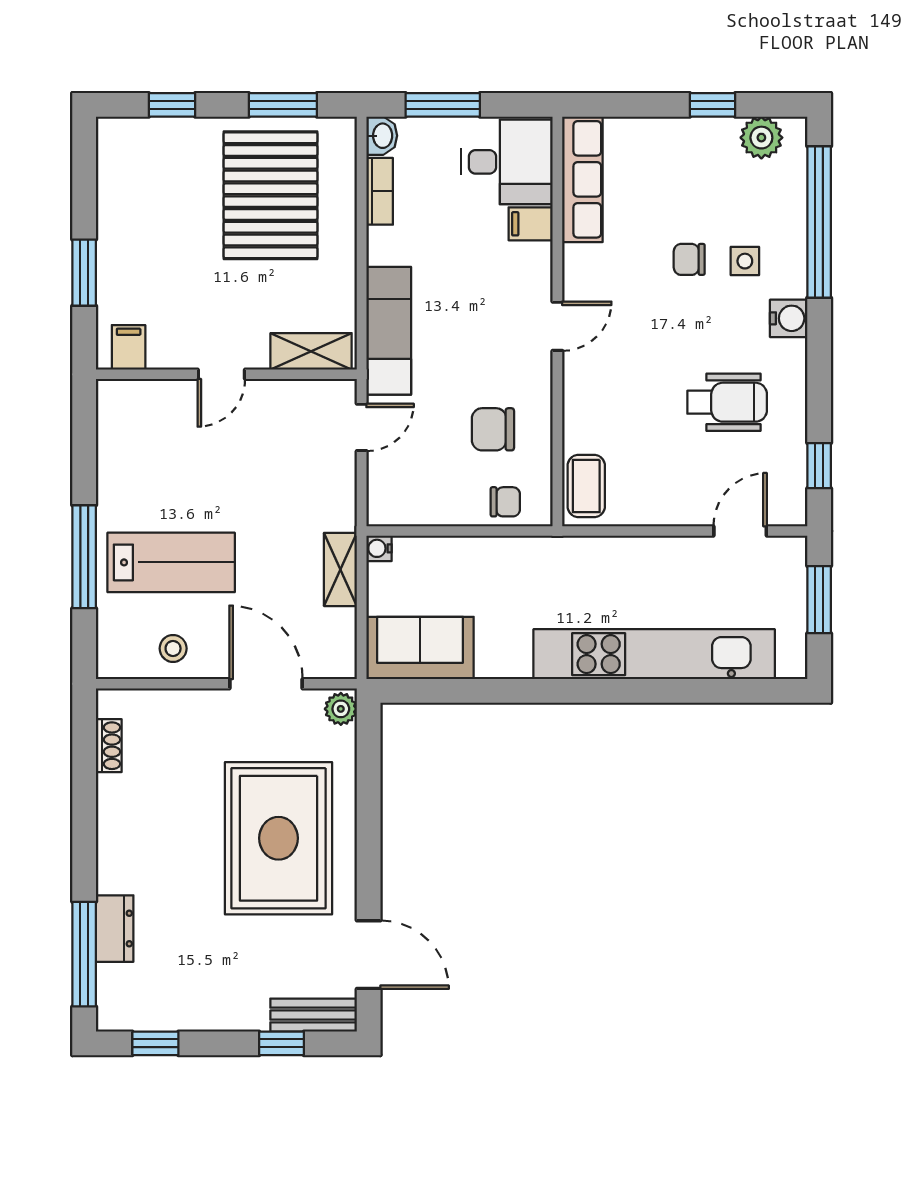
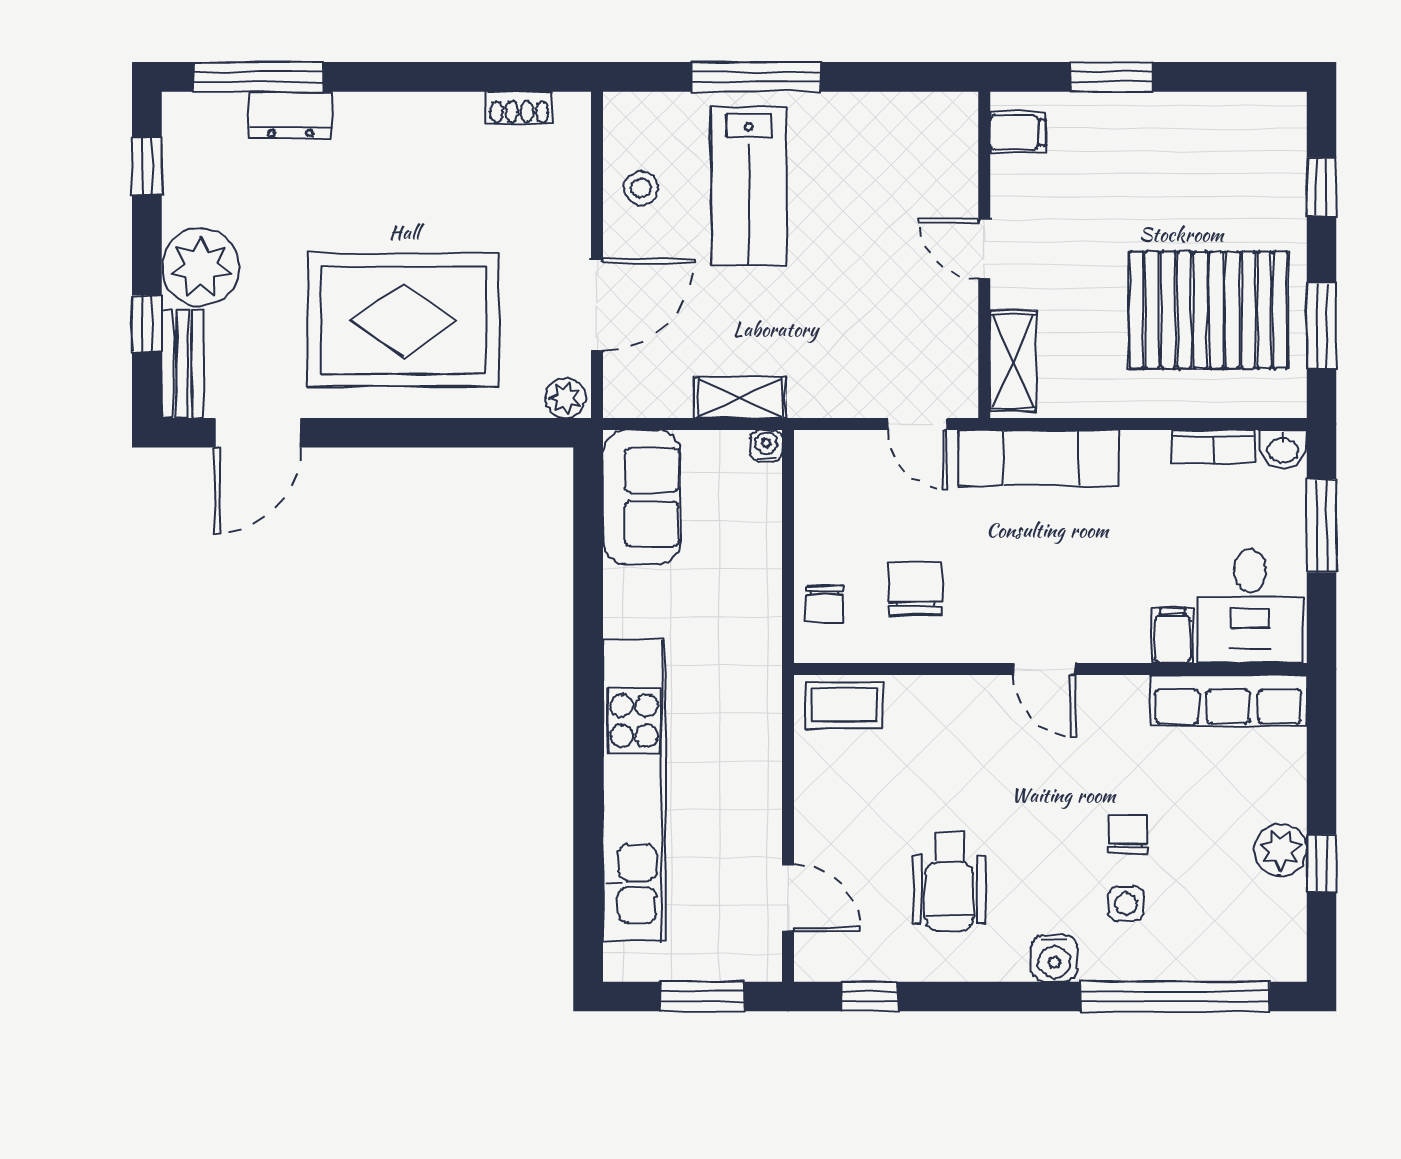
plant: (761, 138) -> (1281, 850), moved
plant: (236, 1000) -> (200, 267), added

